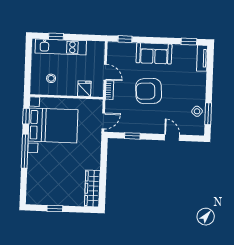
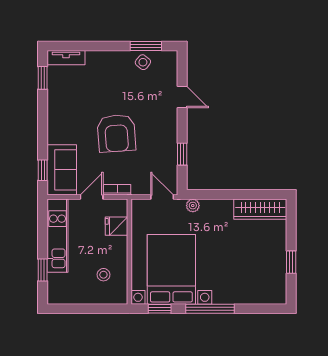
kitchen unit: (61, 47) -> (58, 236), moved
sofa: (154, 53) -> (62, 170), moved
door: (172, 137) -> (182, 97), swing flipped
plant: (97, 142) -> (193, 206), added

